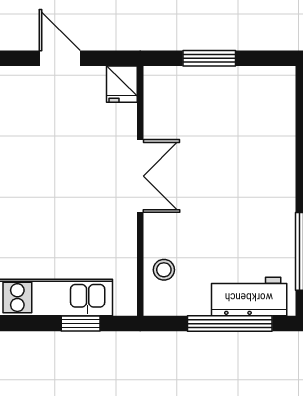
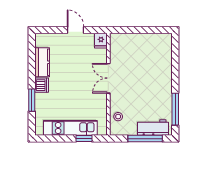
window: (209, 58) -> (137, 30), removed
double door: (140, 176) -> (108, 78), swing flipped

